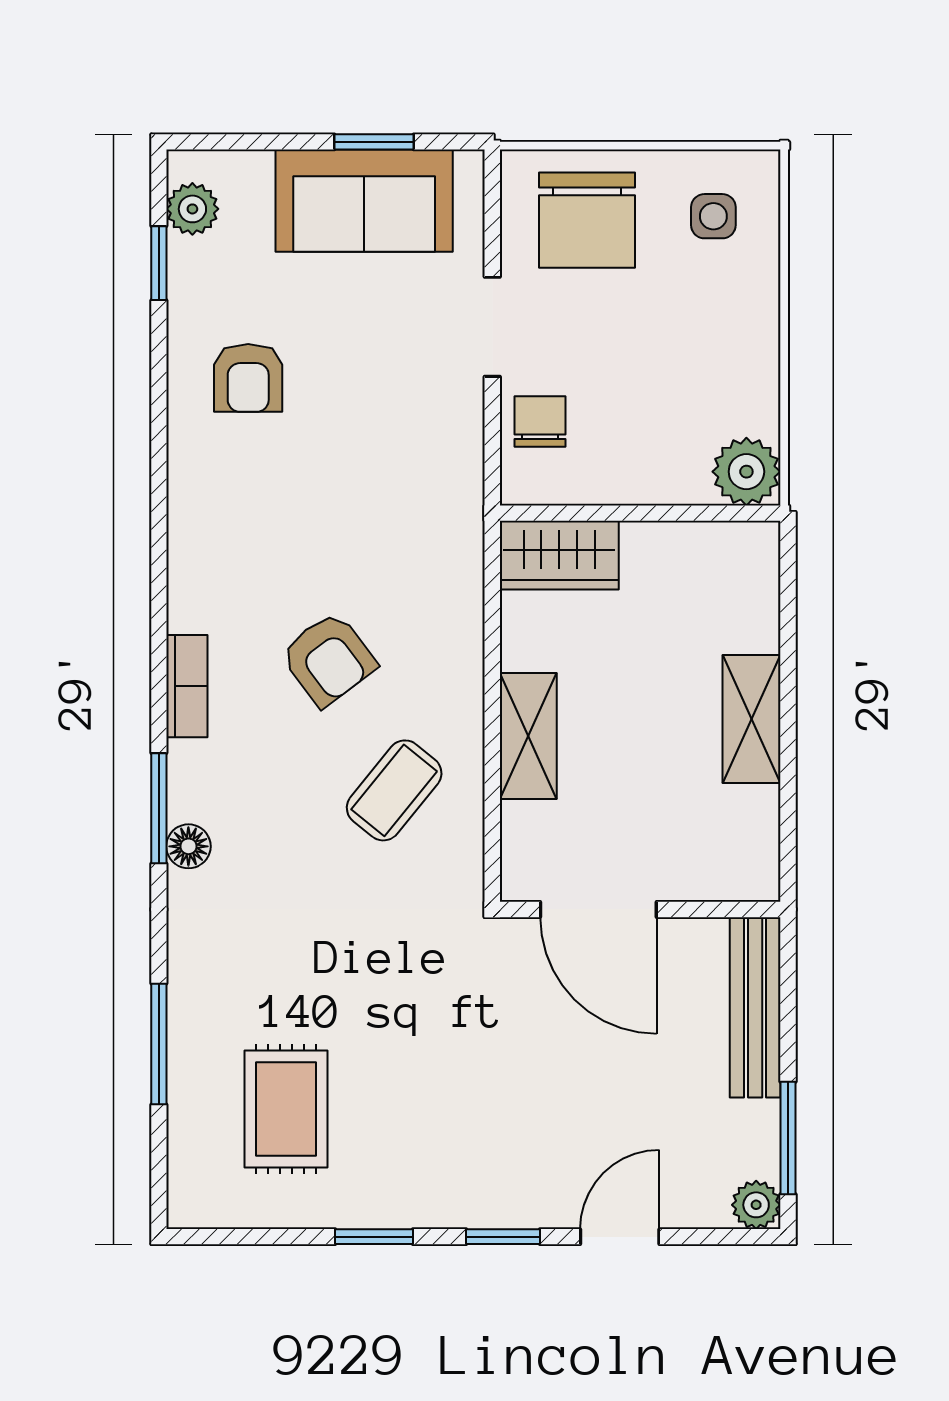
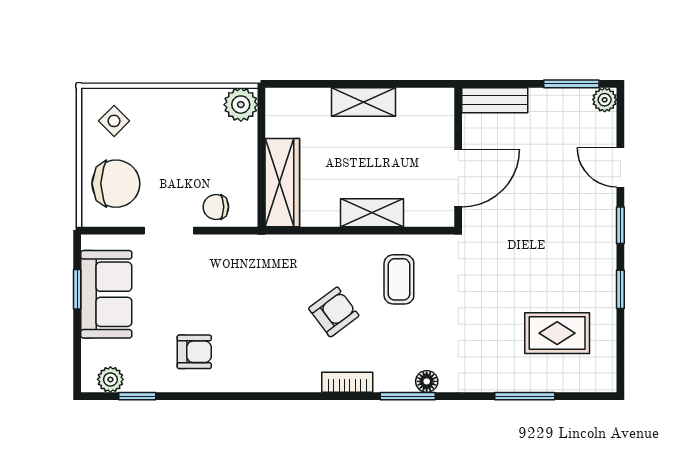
side table: (713, 216) -> (114, 121), turned 45
wardrobe: (559, 555) -> (282, 183), width x1.50
coffee table: (394, 790) -> (399, 279), turned 51
bench: (755, 1007) -> (495, 100), width x0.73

